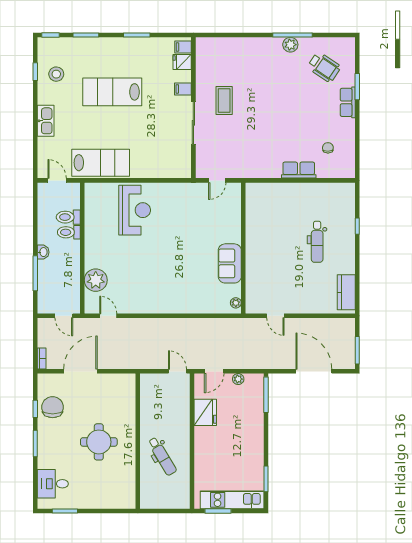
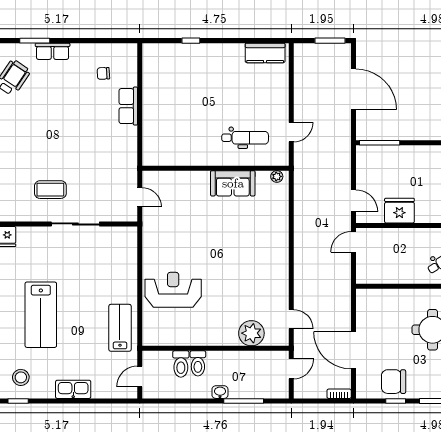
filing cabinet: (183, 89) -> (37, 236), removed
lab bench: (101, 163) -> (120, 328), width x0.73, depth x0.72
dental chair: (317, 242) -> (245, 138), moved
door: (108, 316) -> (291, 319), swing flipped
door: (314, 371) -> (353, 89), swing flipped
plant: (238, 379) -> (362, 174), removed

